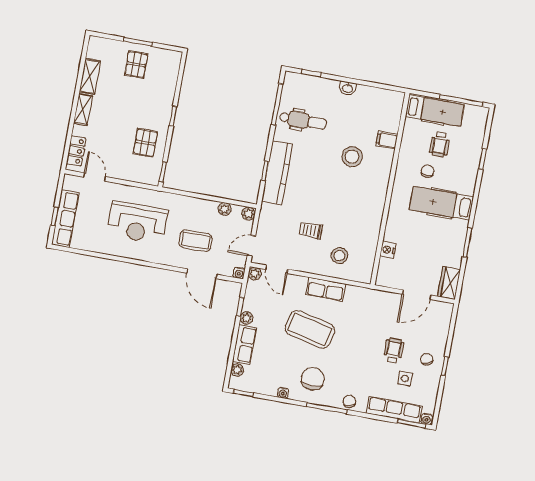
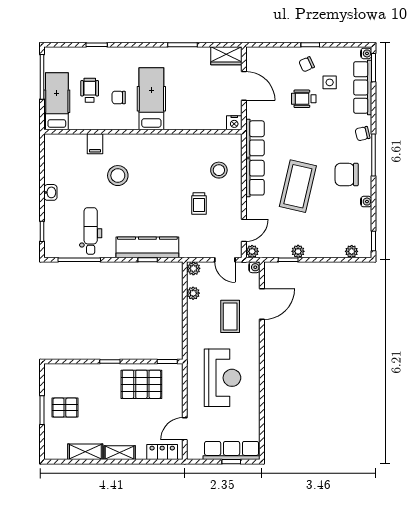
pallet: (145, 143) -> (141, 384), width x1.50, depth x1.42
wheelchair: (440, 144) -> (90, 90), turned -90
hospital bed: (441, 203) -> (151, 99), moved, turned 180
nightstand: (388, 250) -> (234, 123), moved
row of seats: (245, 345) -> (255, 138), moved, turned 90

